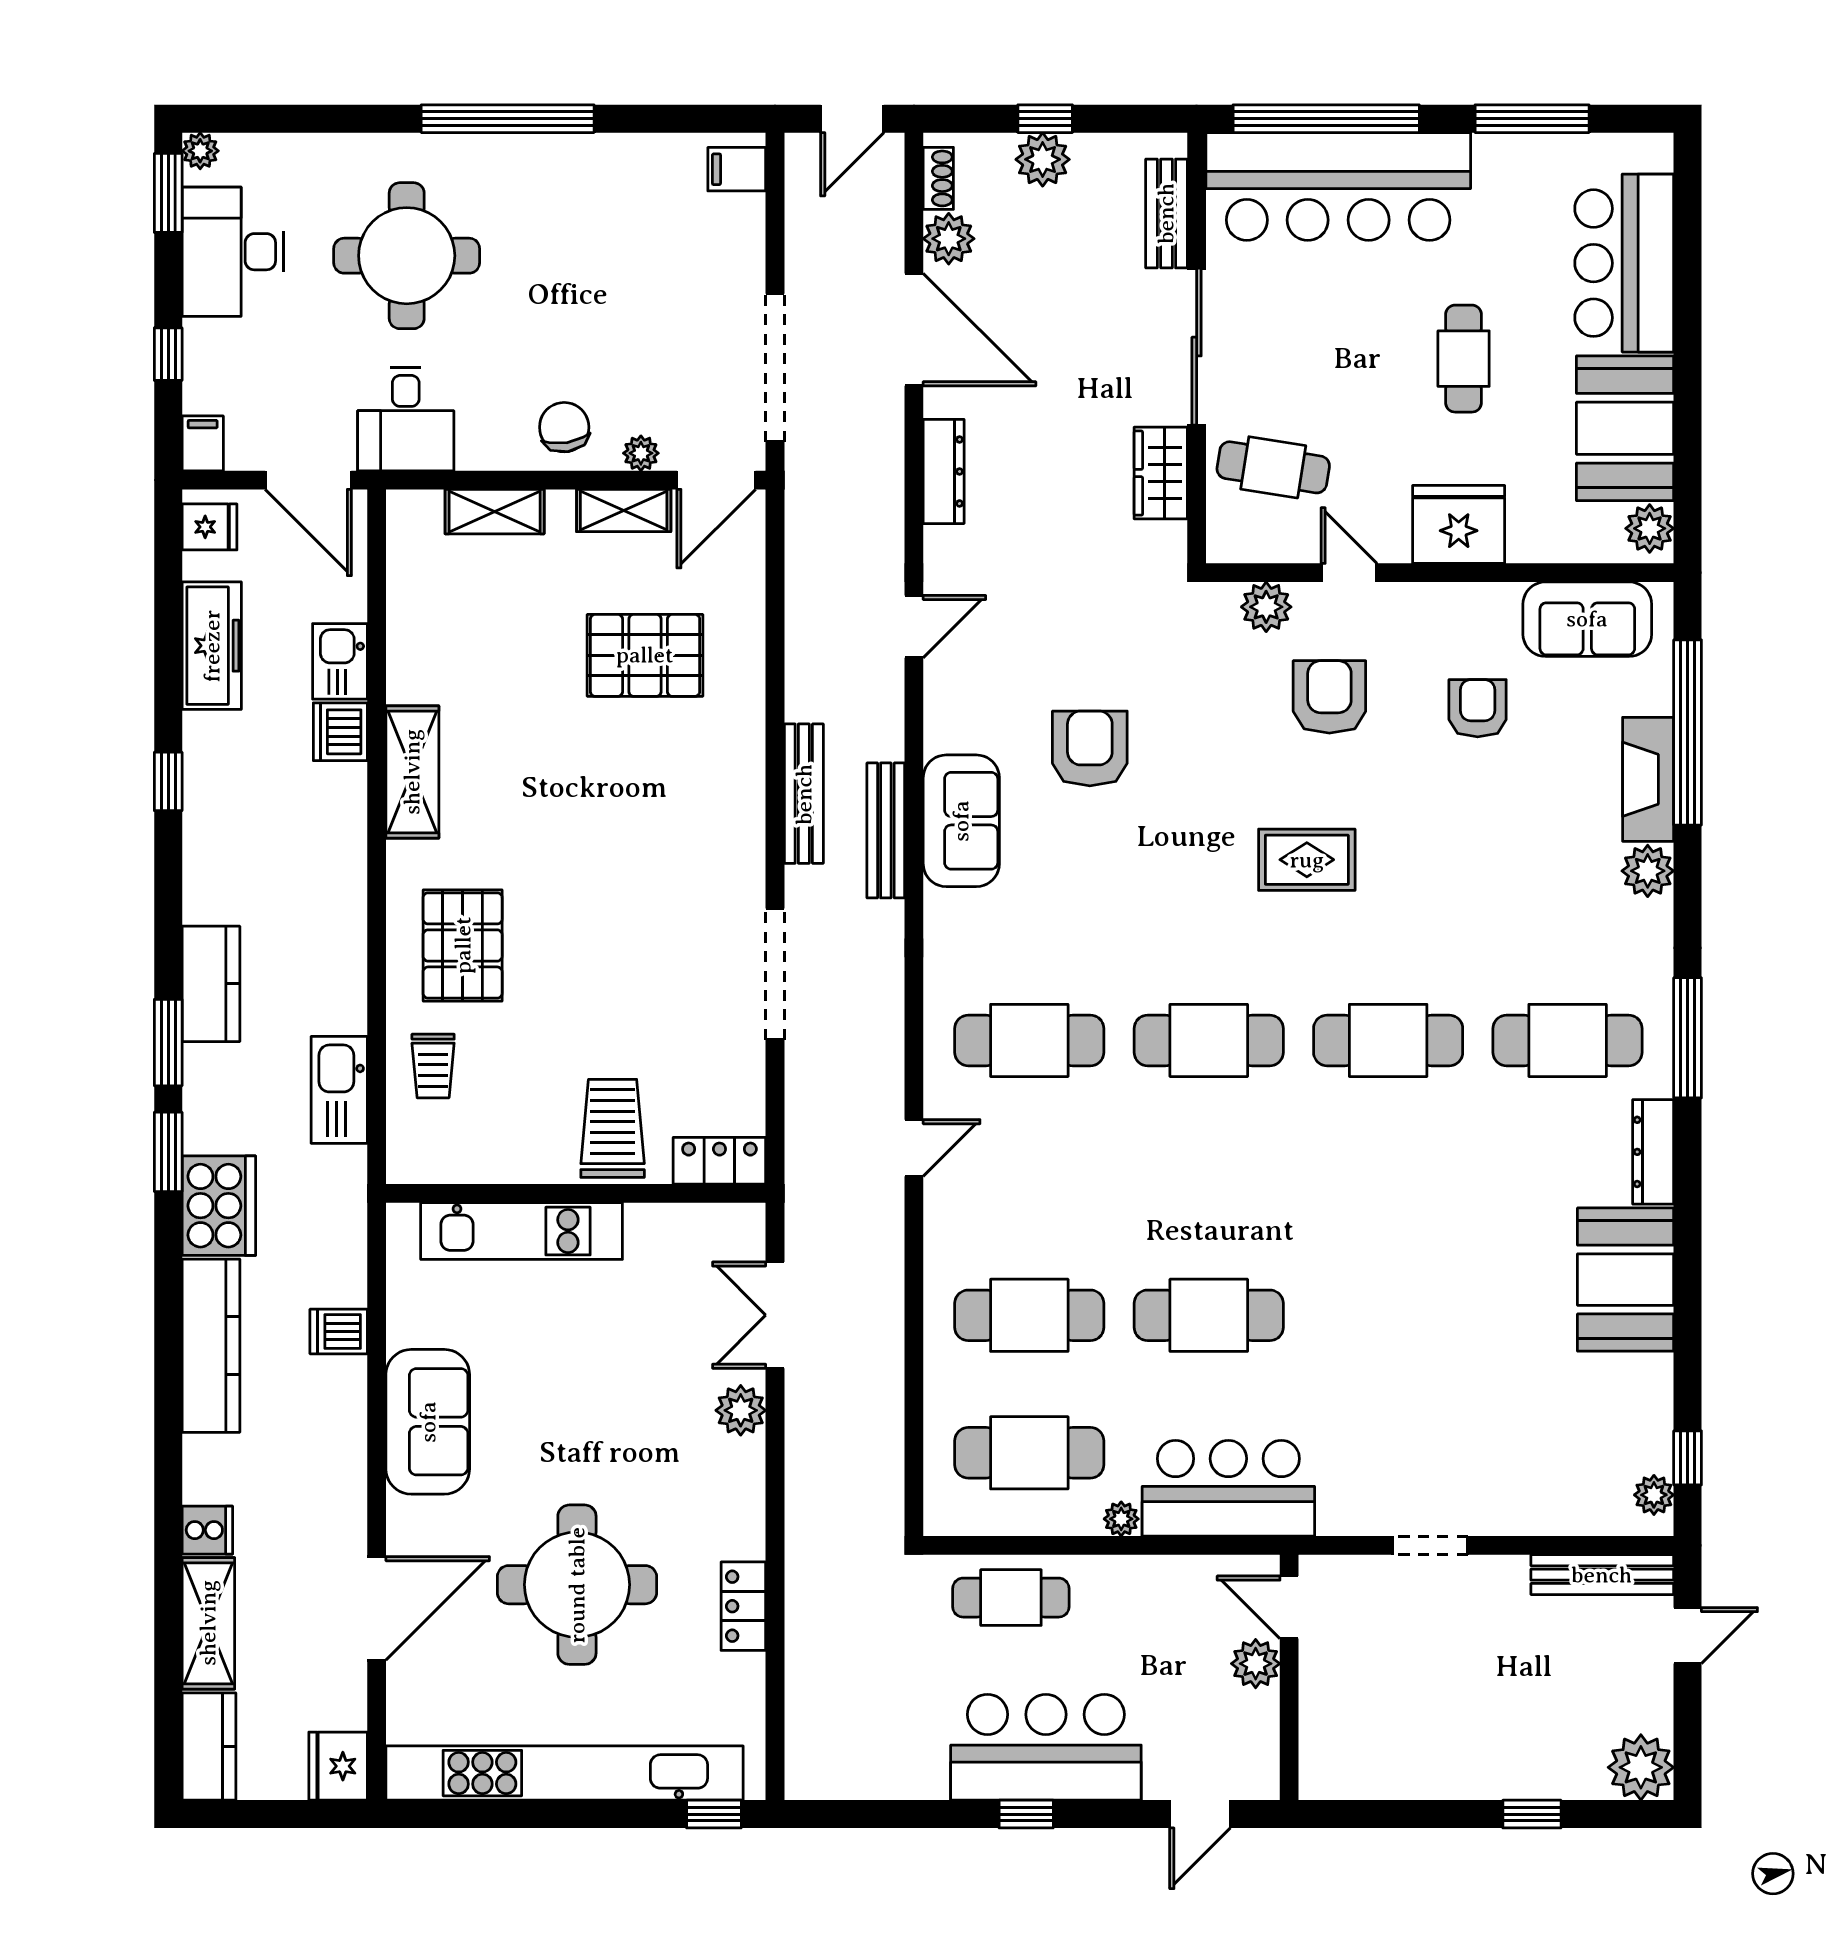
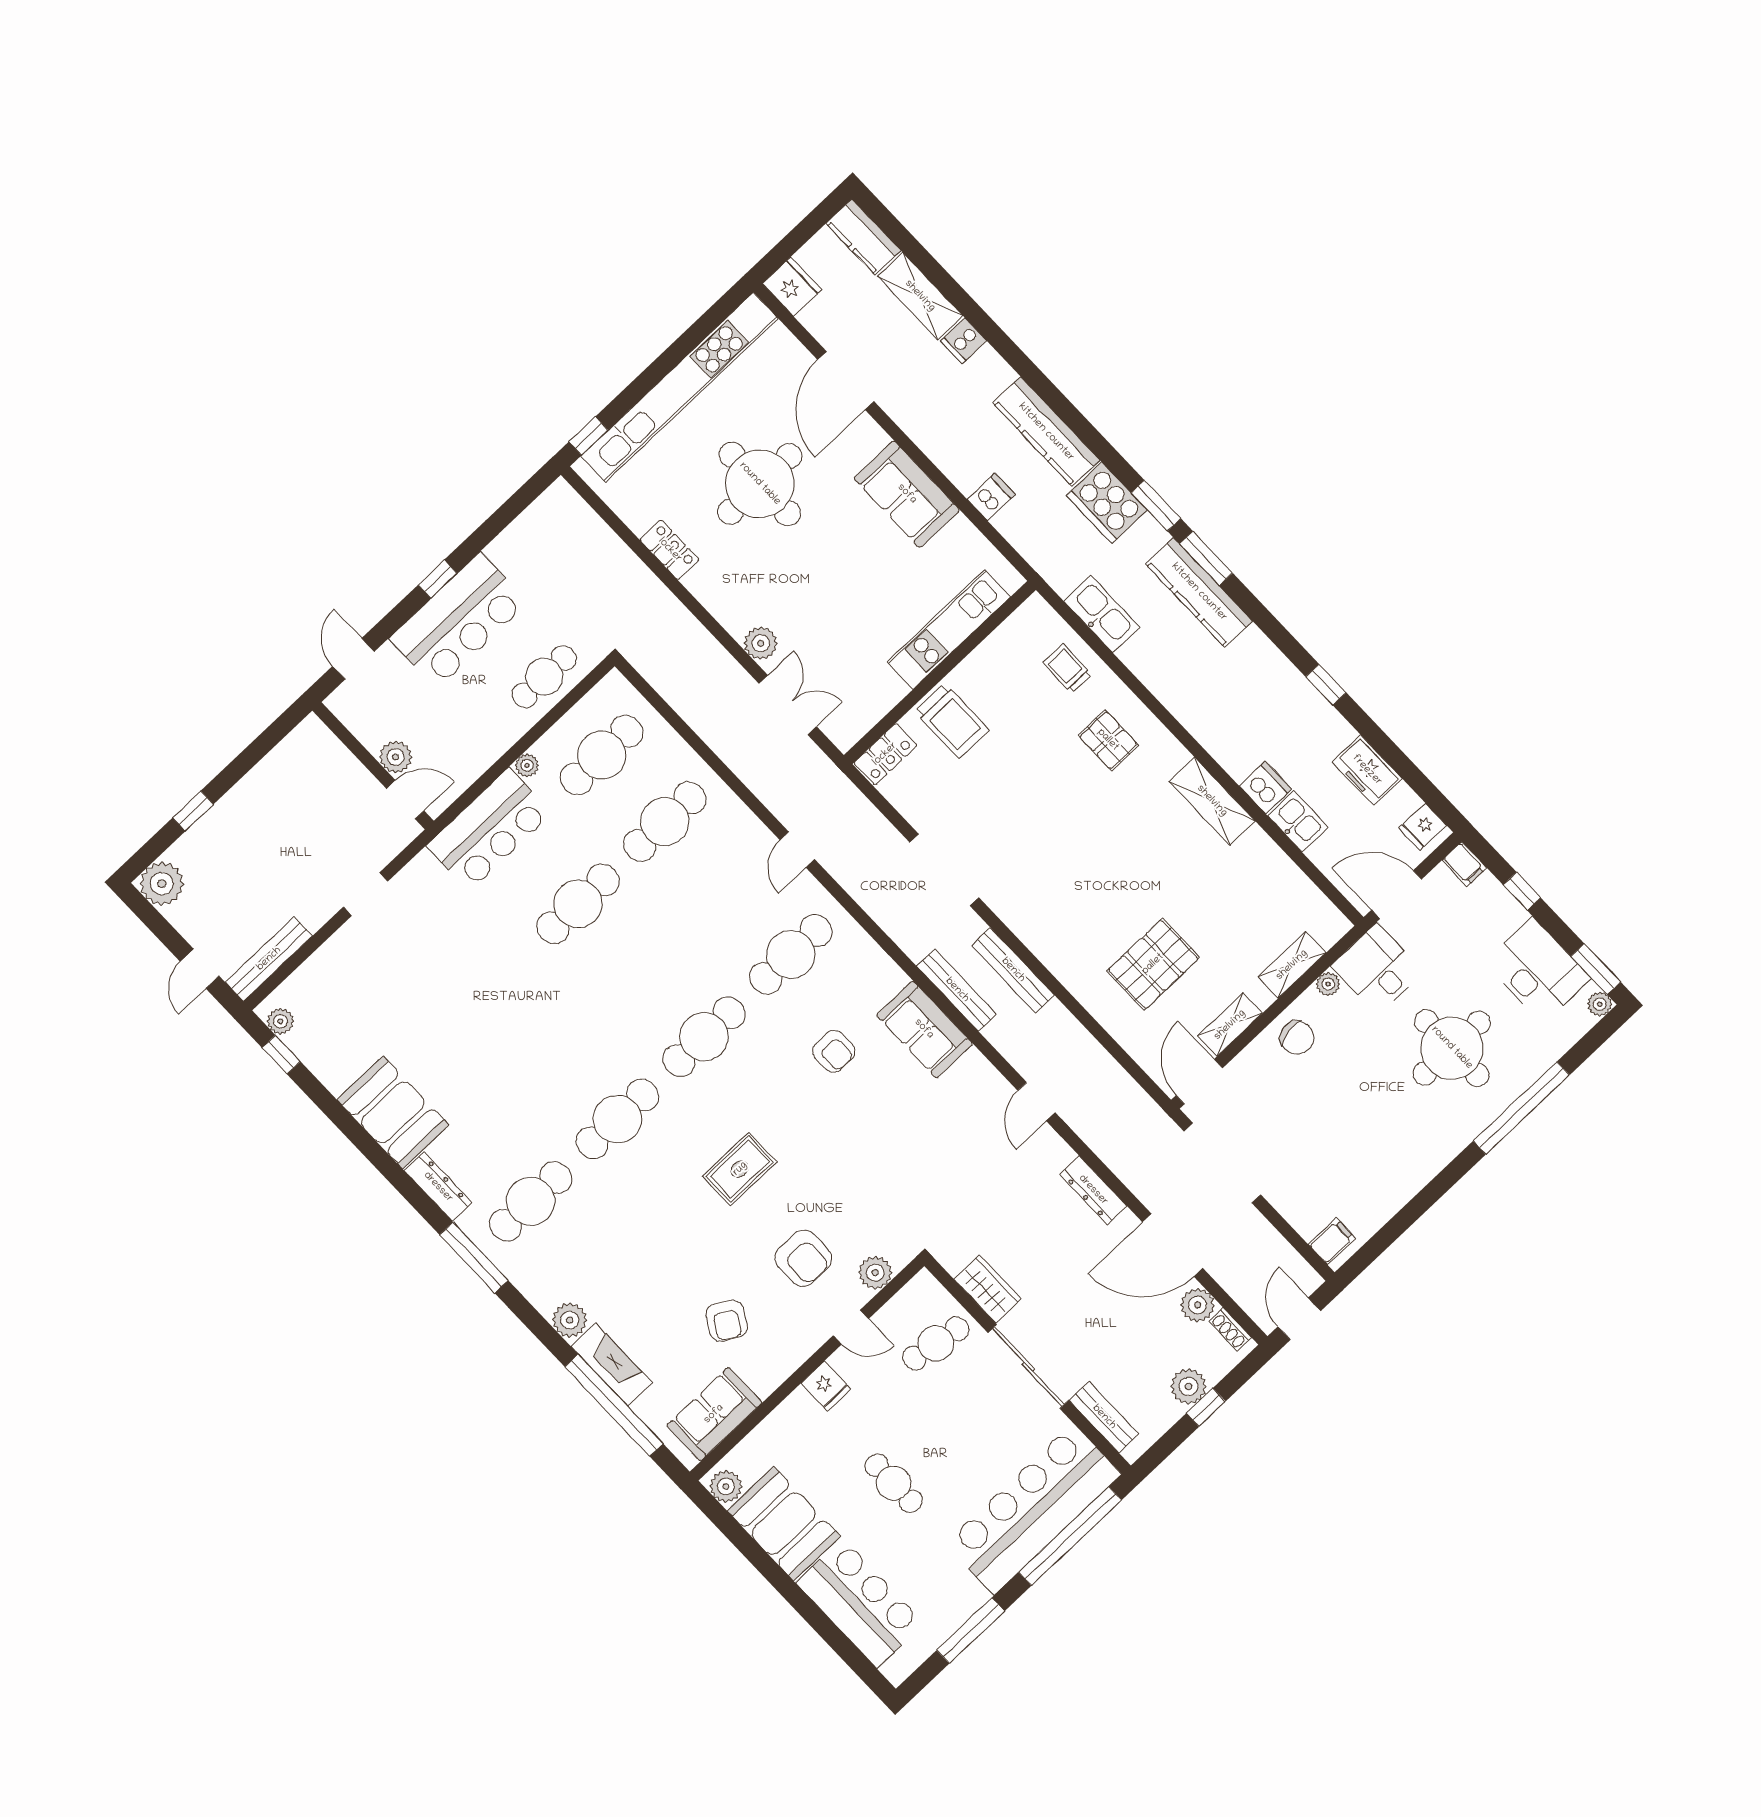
window: (508, 119) -> (1521, 1108), moved
plant: (641, 453) -> (1328, 984), moved
fridge: (1459, 524) -> (826, 1386), width x0.53, depth x0.75
freezer: (212, 646) -> (1367, 770), width x0.71
armchair: (1478, 708) -> (727, 1321), turned 31
armchair: (1090, 748) -> (834, 1051), moved, width x0.72, depth x0.72
pallet: (463, 945) -> (1108, 740), width x0.67, depth x0.71
kitchen counter: (211, 984) -> (1199, 592), width x1.50

